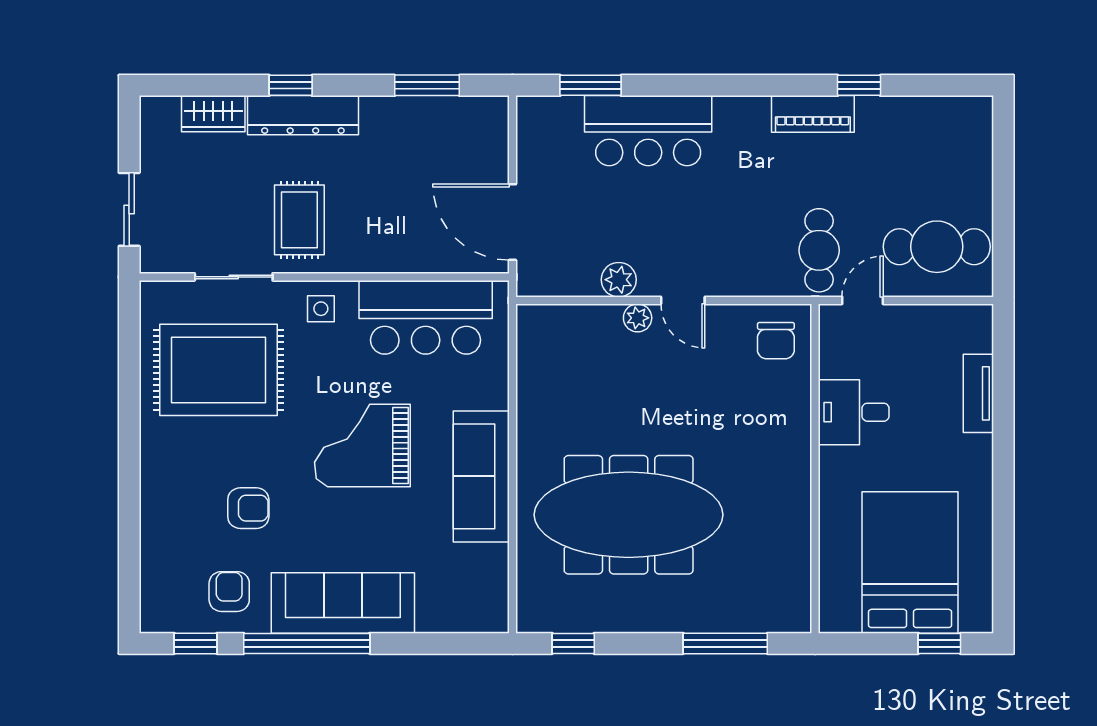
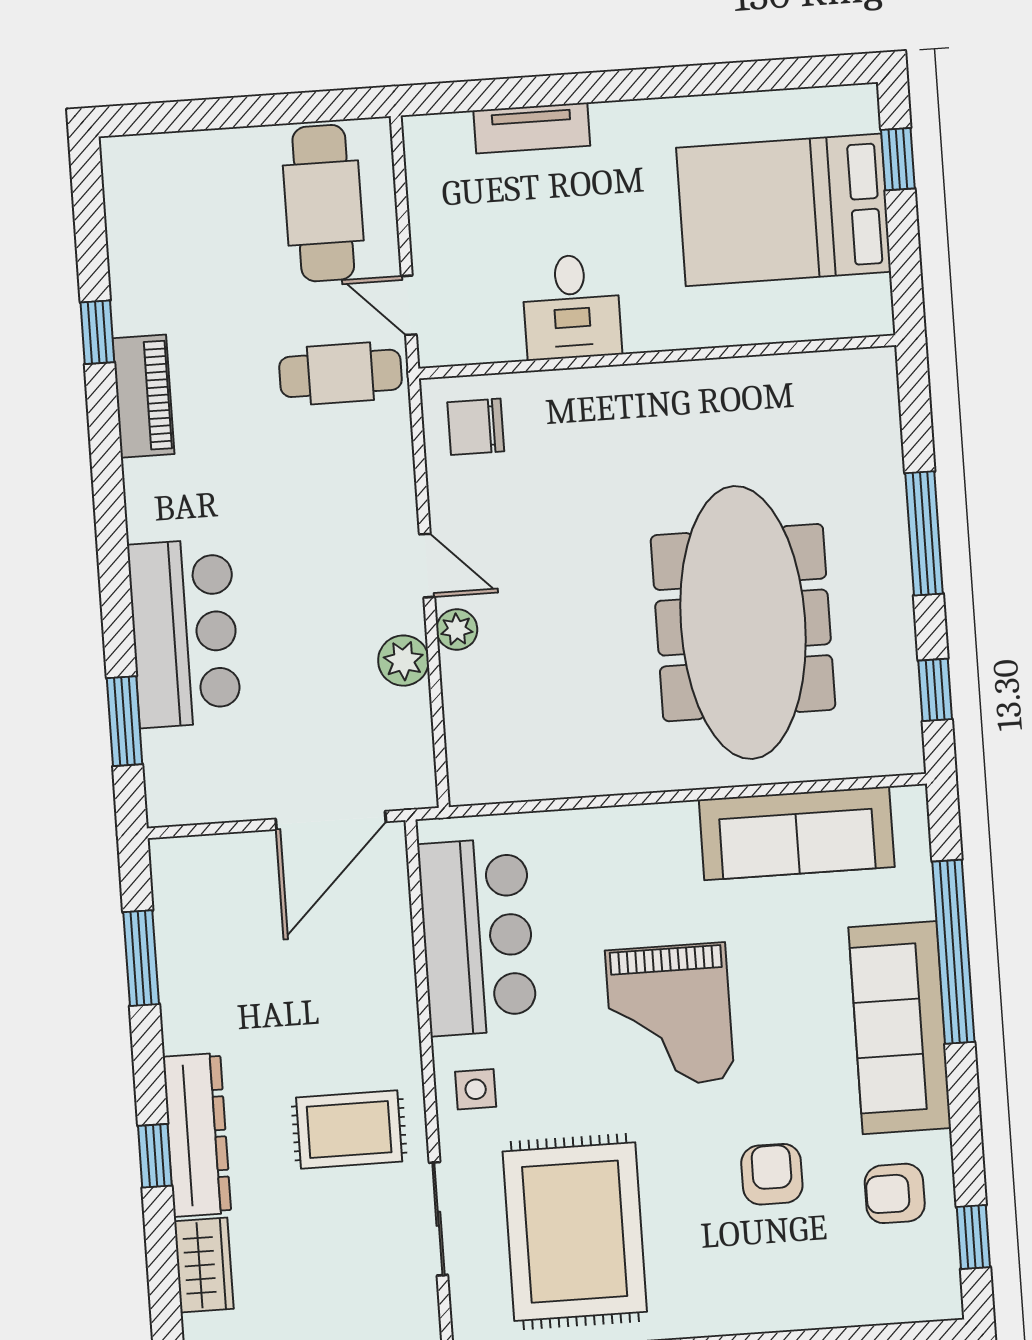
door: (683, 300) -> (427, 566), hinge flipped
chair: (776, 341) -> (476, 427), turned 180
sofa: (481, 476) -> (797, 833), moved
window: (307, 643) -> (953, 952), moved
window: (725, 643) -> (924, 533), moved

